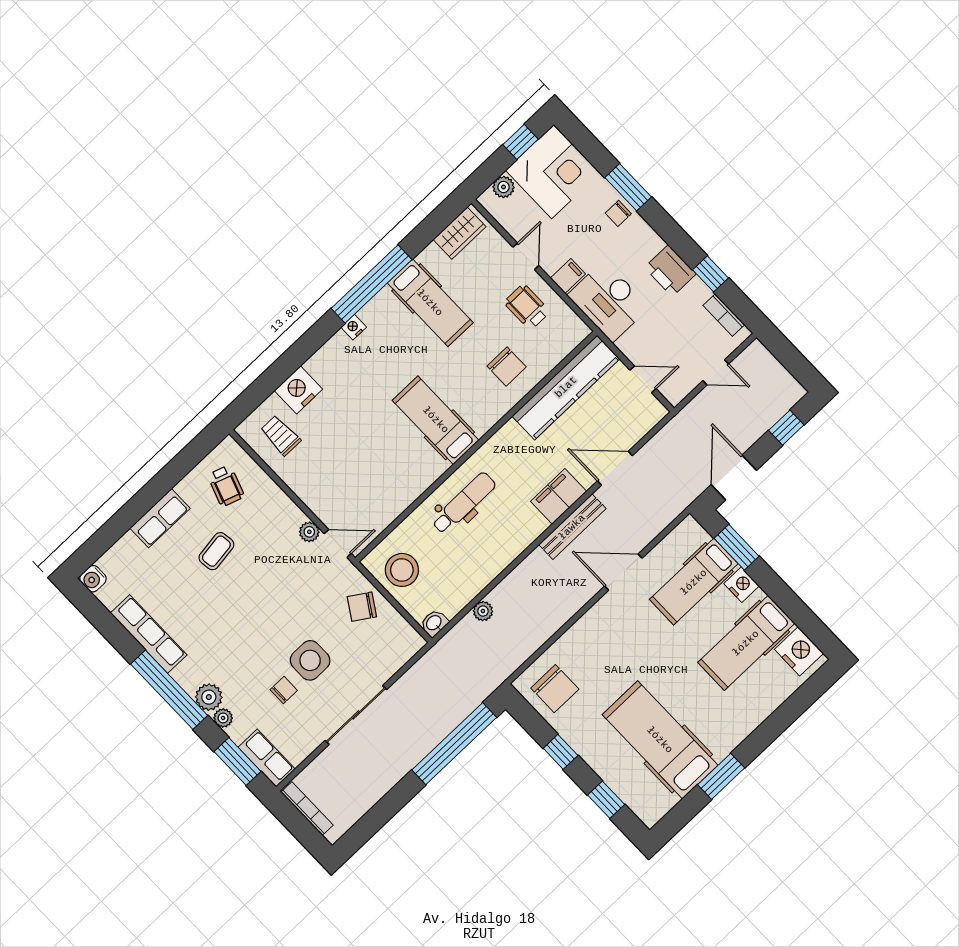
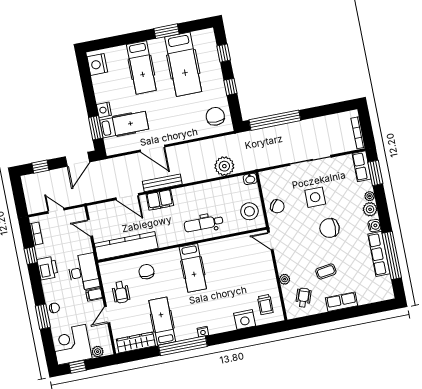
wardrobe: (459, 233) -> (136, 342), width x1.50
plant: (309, 532) -> (285, 279), moved
water cooler: (93, 579) -> (374, 226), moved
plant: (483, 611) -> (224, 166), width x1.88, depth x1.88
hospital bed: (746, 643) -> (141, 67), moved, turned 90
window: (169, 690) -> (392, 255), moved
chair: (284, 690) -> (329, 228), moved, width x1.87, depth x1.87

